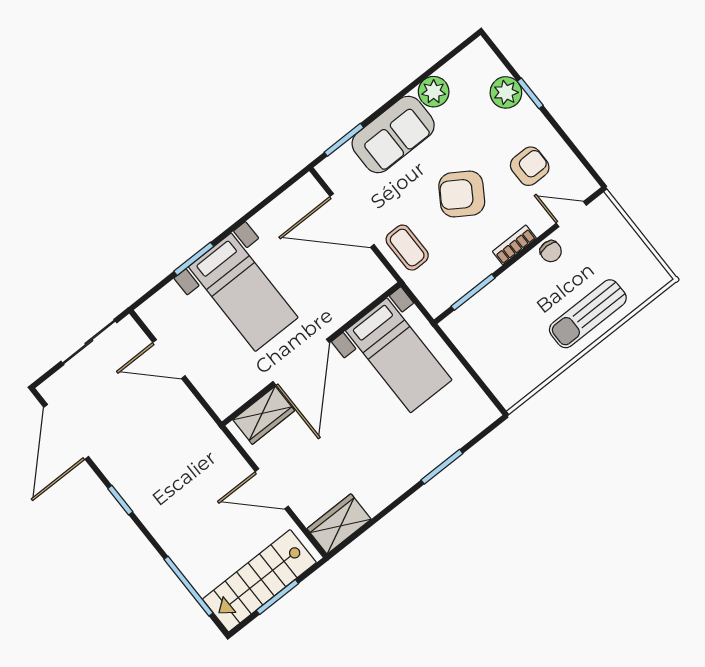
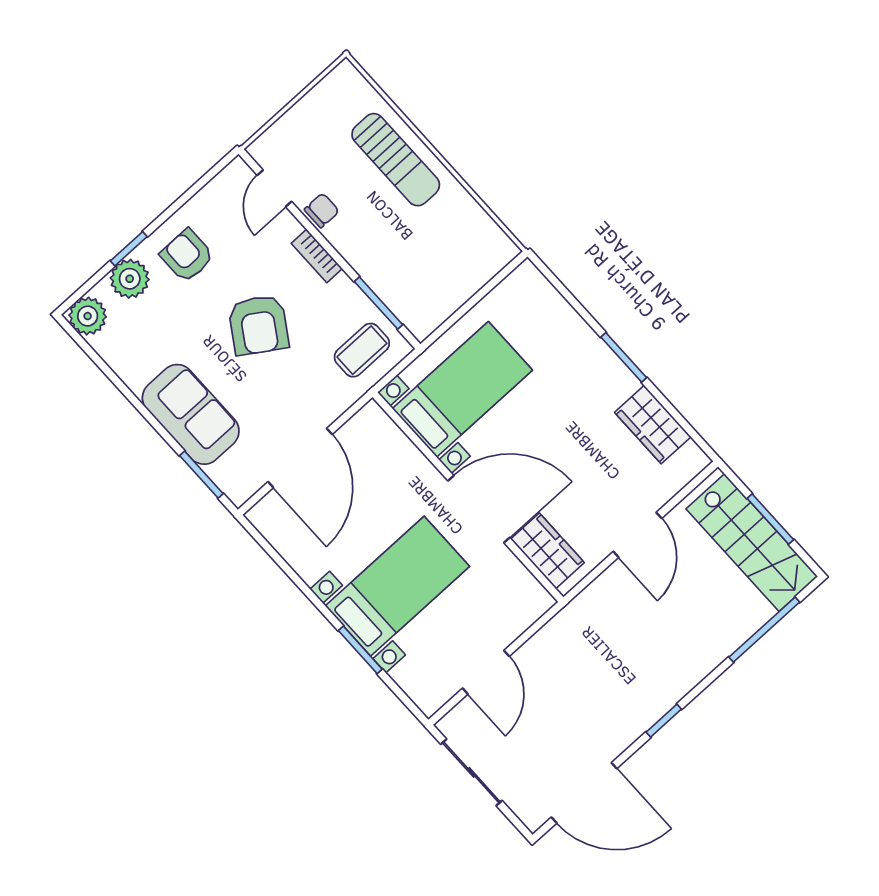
plant: (434, 92) -> (88, 316), moved
armchair: (530, 166) -> (187, 256), moved
coffee table: (407, 248) -> (362, 350), moved
window: (442, 467) -> (624, 357), moved
wardrobe: (339, 524) -> (653, 425), moved

